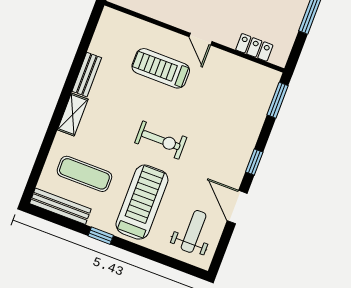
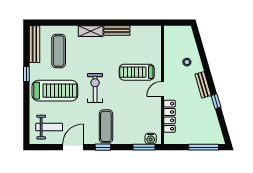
locker: (254, 47) -> (170, 116), width x1.53
treadmill: (161, 68) -> (137, 72), turned -90
water cooler: (269, 85) -> (151, 139), added
exercise bike: (161, 140) -> (95, 88), turned 180
exercise mat: (225, 146) -> (106, 126), added

